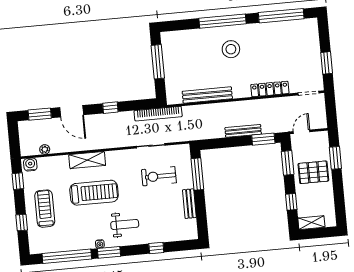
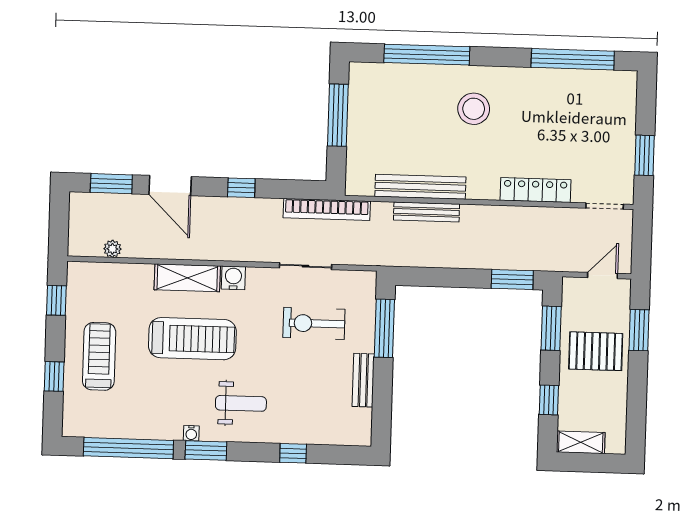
window: (223, 21) -> (427, 55), moved
bench: (243, 131) -> (426, 212), moved
door: (302, 132) -> (602, 275), moved
water cooler: (30, 165) -> (233, 278), moved

